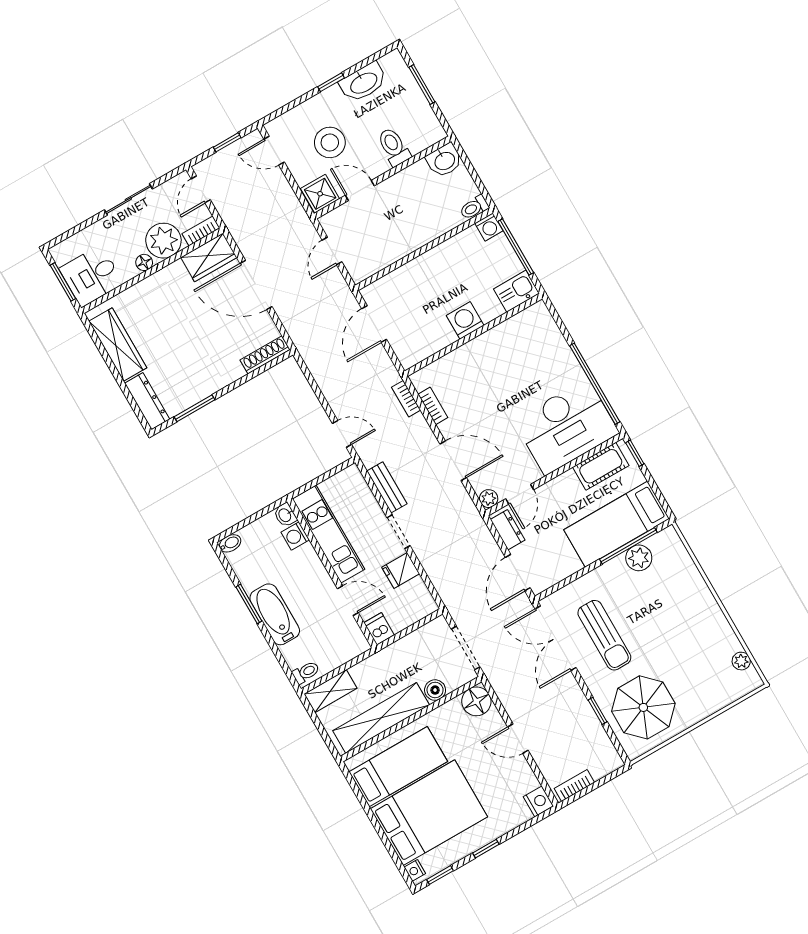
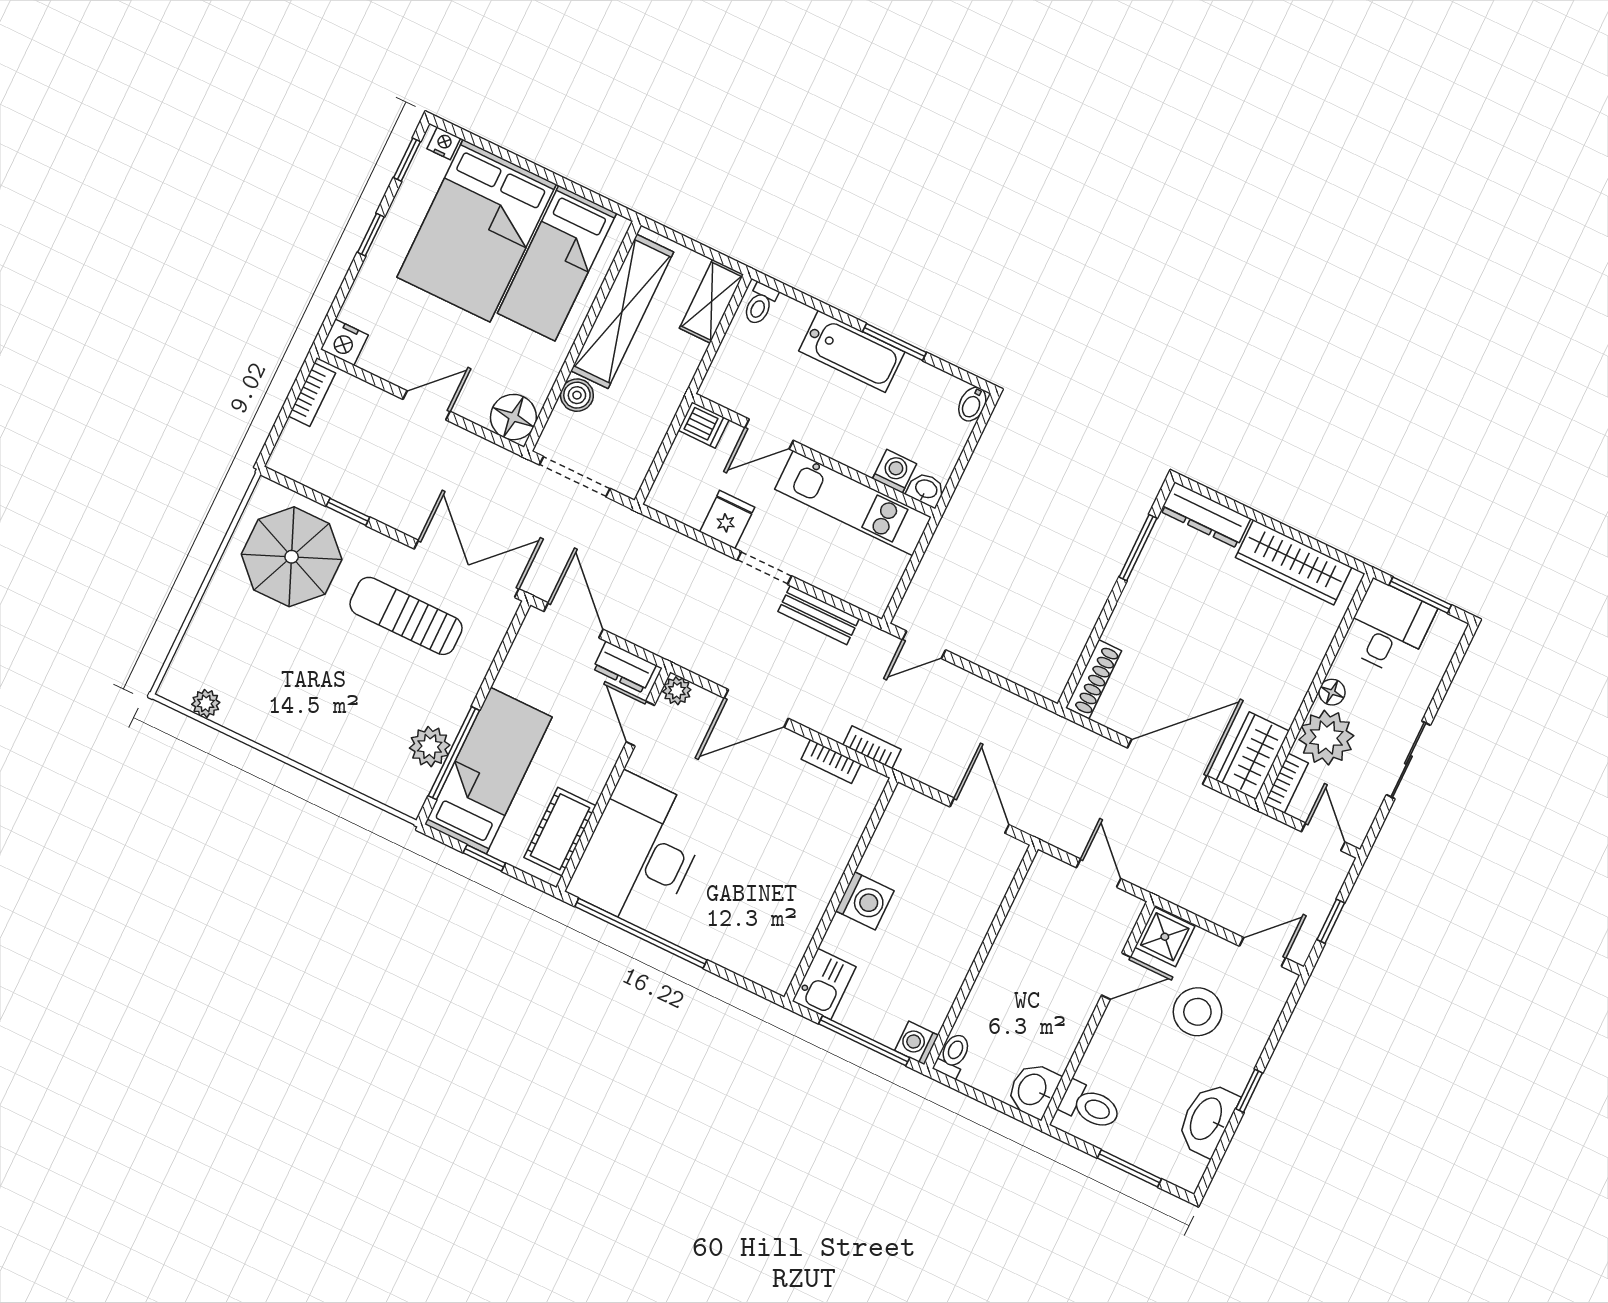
toilet: (394, 147) -> (1090, 1106), moved
window: (635, 453) -> (484, 858), moved

